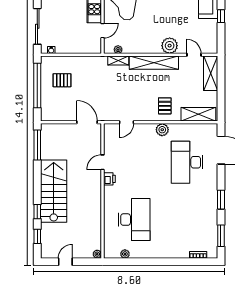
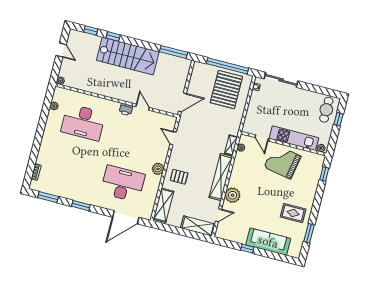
pallet: (62, 80) -> (226, 90), width x2.05, depth x2.00

